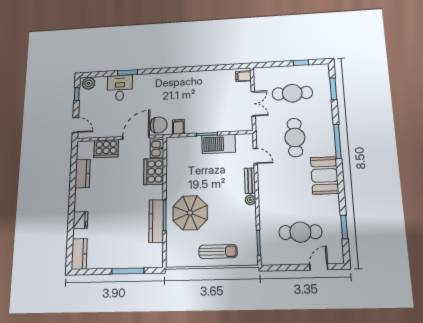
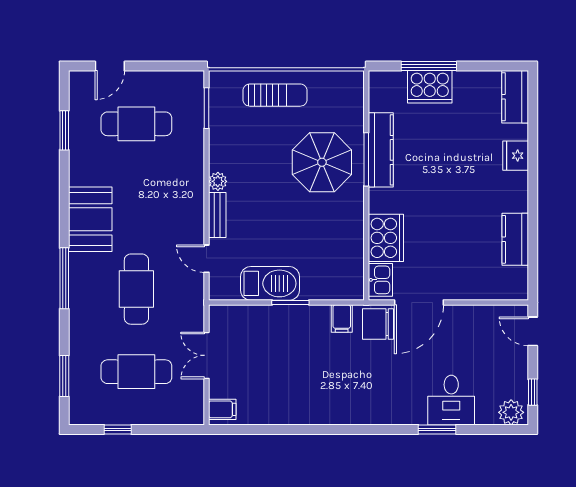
cooker: (106, 149) -> (430, 87), moved, turned 180
sun lounger: (218, 252) -> (275, 95), turned 180

